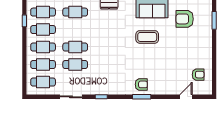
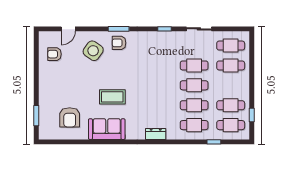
armchair: (185, 19) -> (70, 117), turned 90
cafe table: (43, 47) -> (194, 105), moved
side table: (164, 78) -> (93, 51), added

